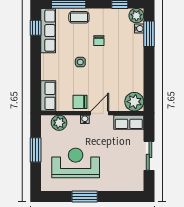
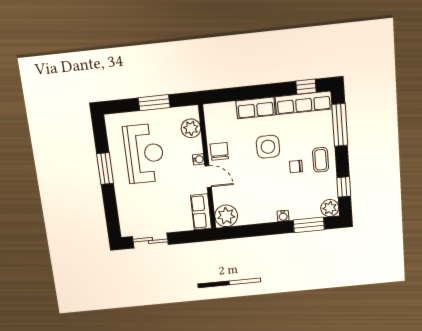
coffee table: (79, 17) -> (321, 160), moved
water cooler: (139, 29) -> (283, 216), moved
side table: (80, 62) -> (268, 147), width x1.87, depth x1.87
row of seats: (48, 96) -> (256, 108), moved
sliding door: (149, 156) -> (150, 240), moved

